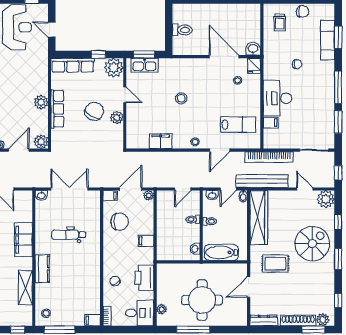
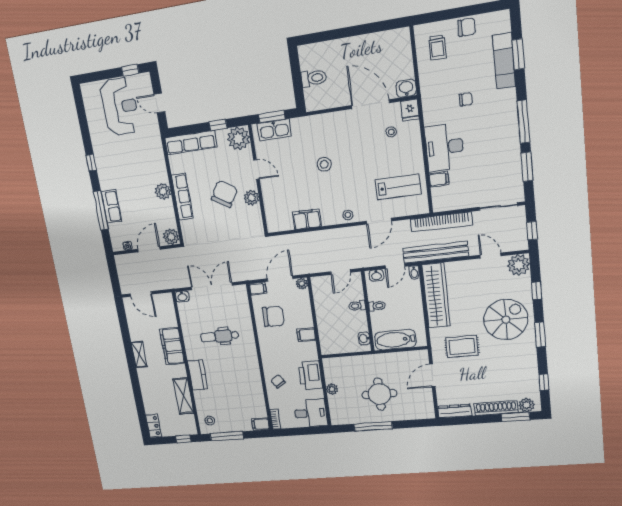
round table: (202, 300) -> (379, 394), width x0.73, depth x0.73
plant: (162, 309) -> (332, 389), moved

